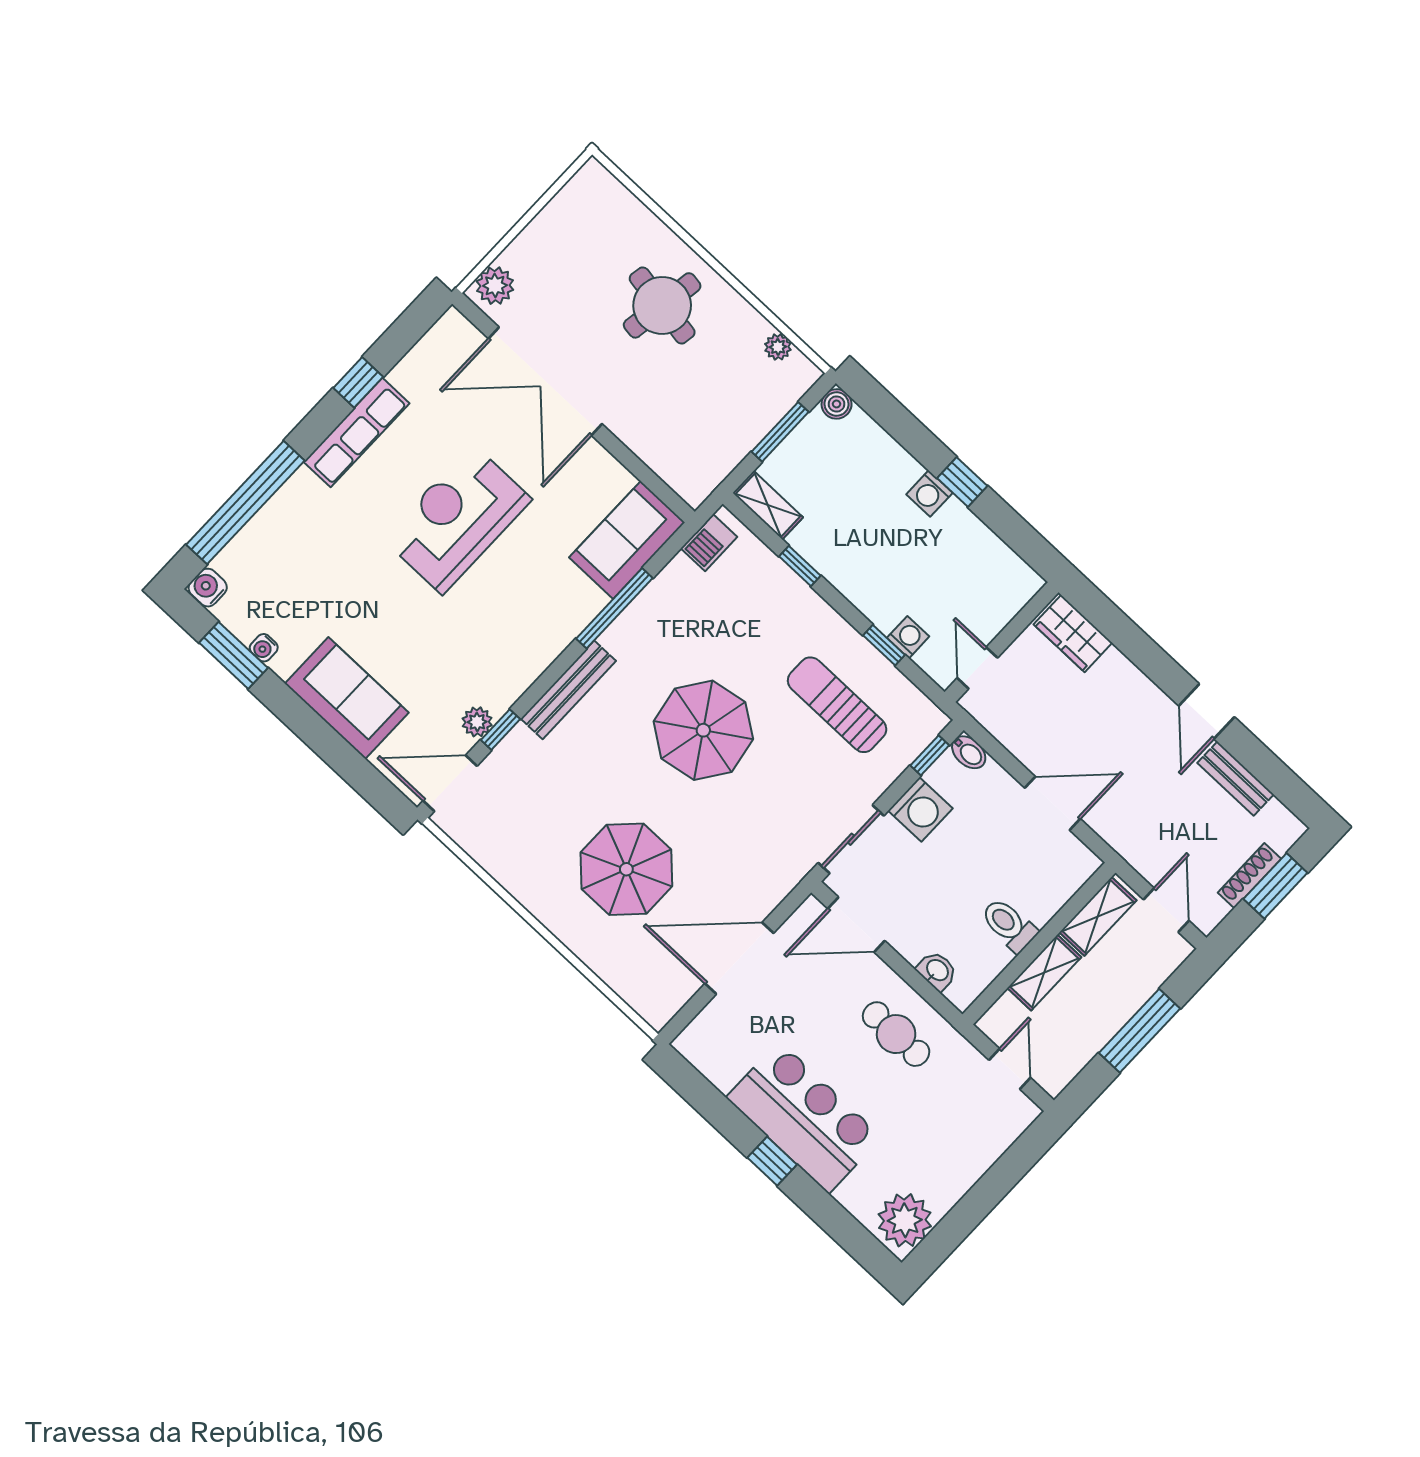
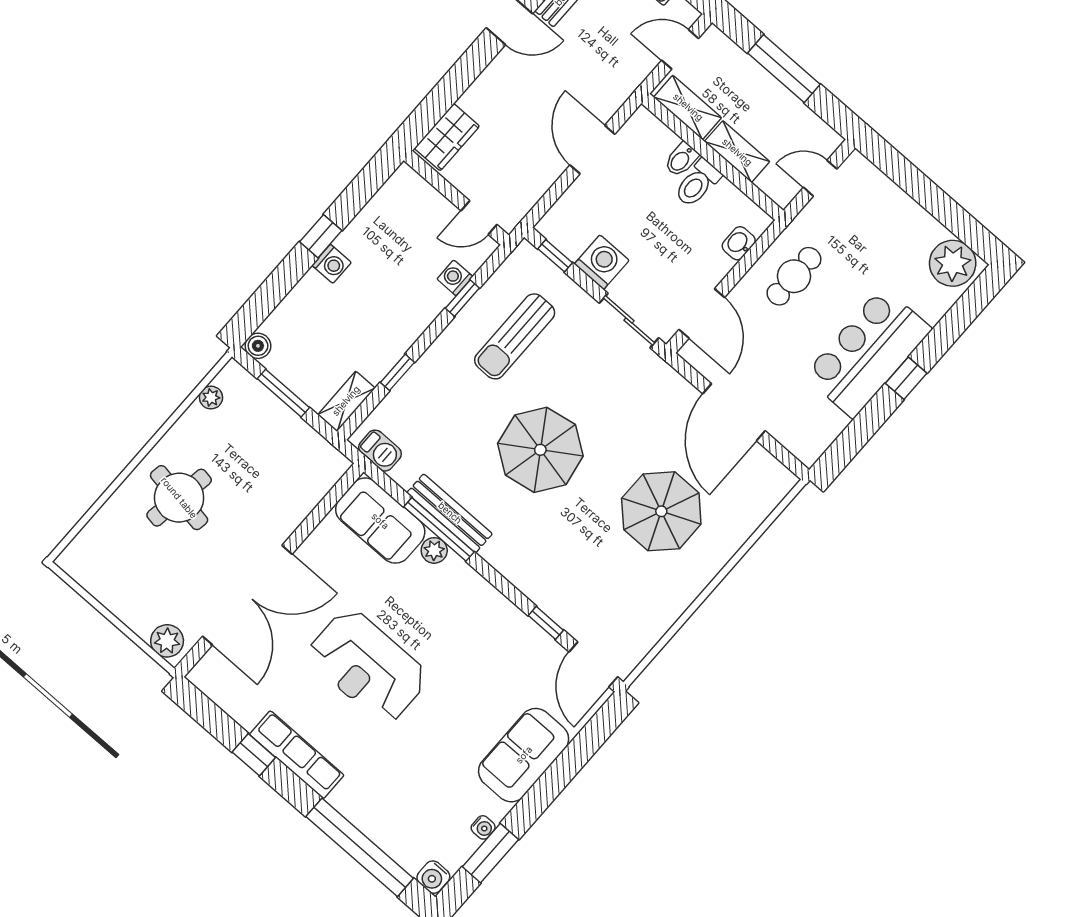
bench: (568, 690) -> (450, 513), moved
plant: (477, 722) -> (434, 550), moved
bidet: (969, 752) -> (681, 159), moved, turned 180

